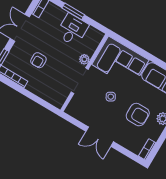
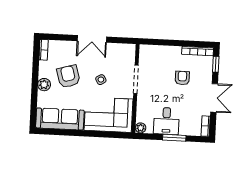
plant: (84, 59) -> (141, 128), moved
armchair: (138, 115) -> (68, 76), turned 74
double door: (100, 137) -> (92, 39), swing flipped

